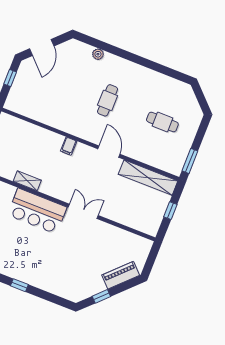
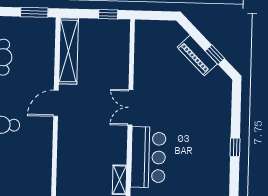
filing cabinet: (69, 146) -> (66, 149), removed
window: (170, 211) -> (108, 14), moved
piano: (121, 275) -> (197, 55), moved

